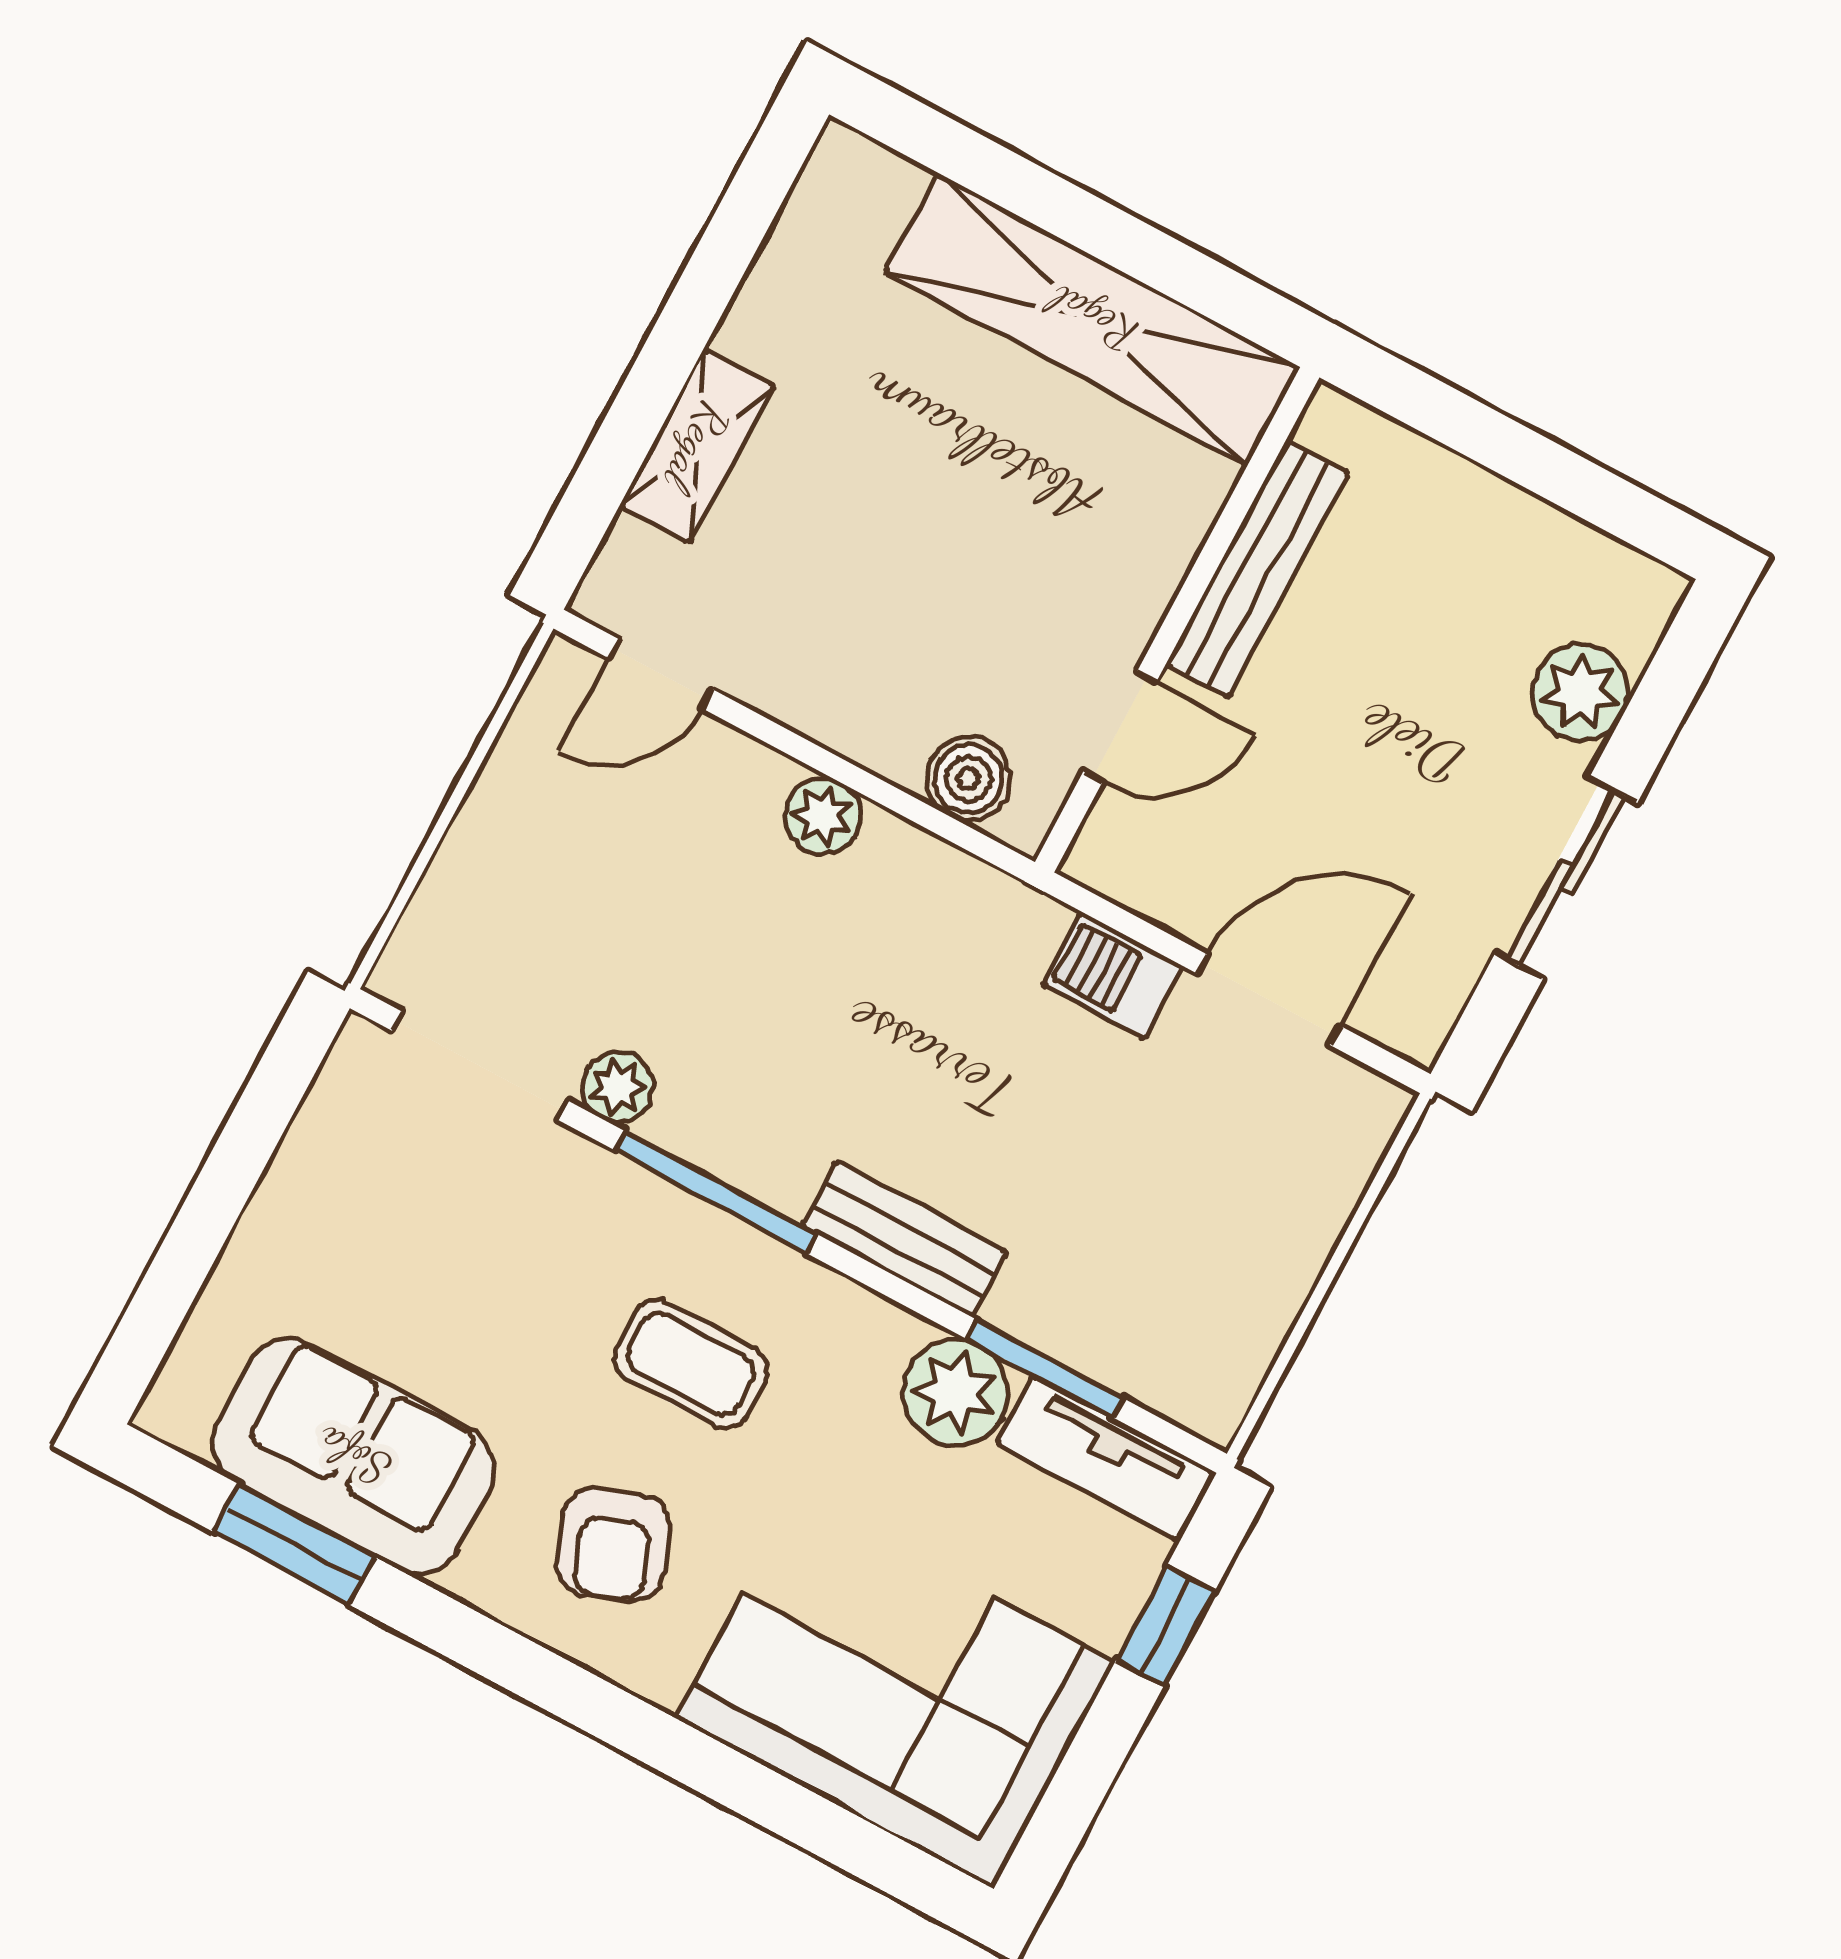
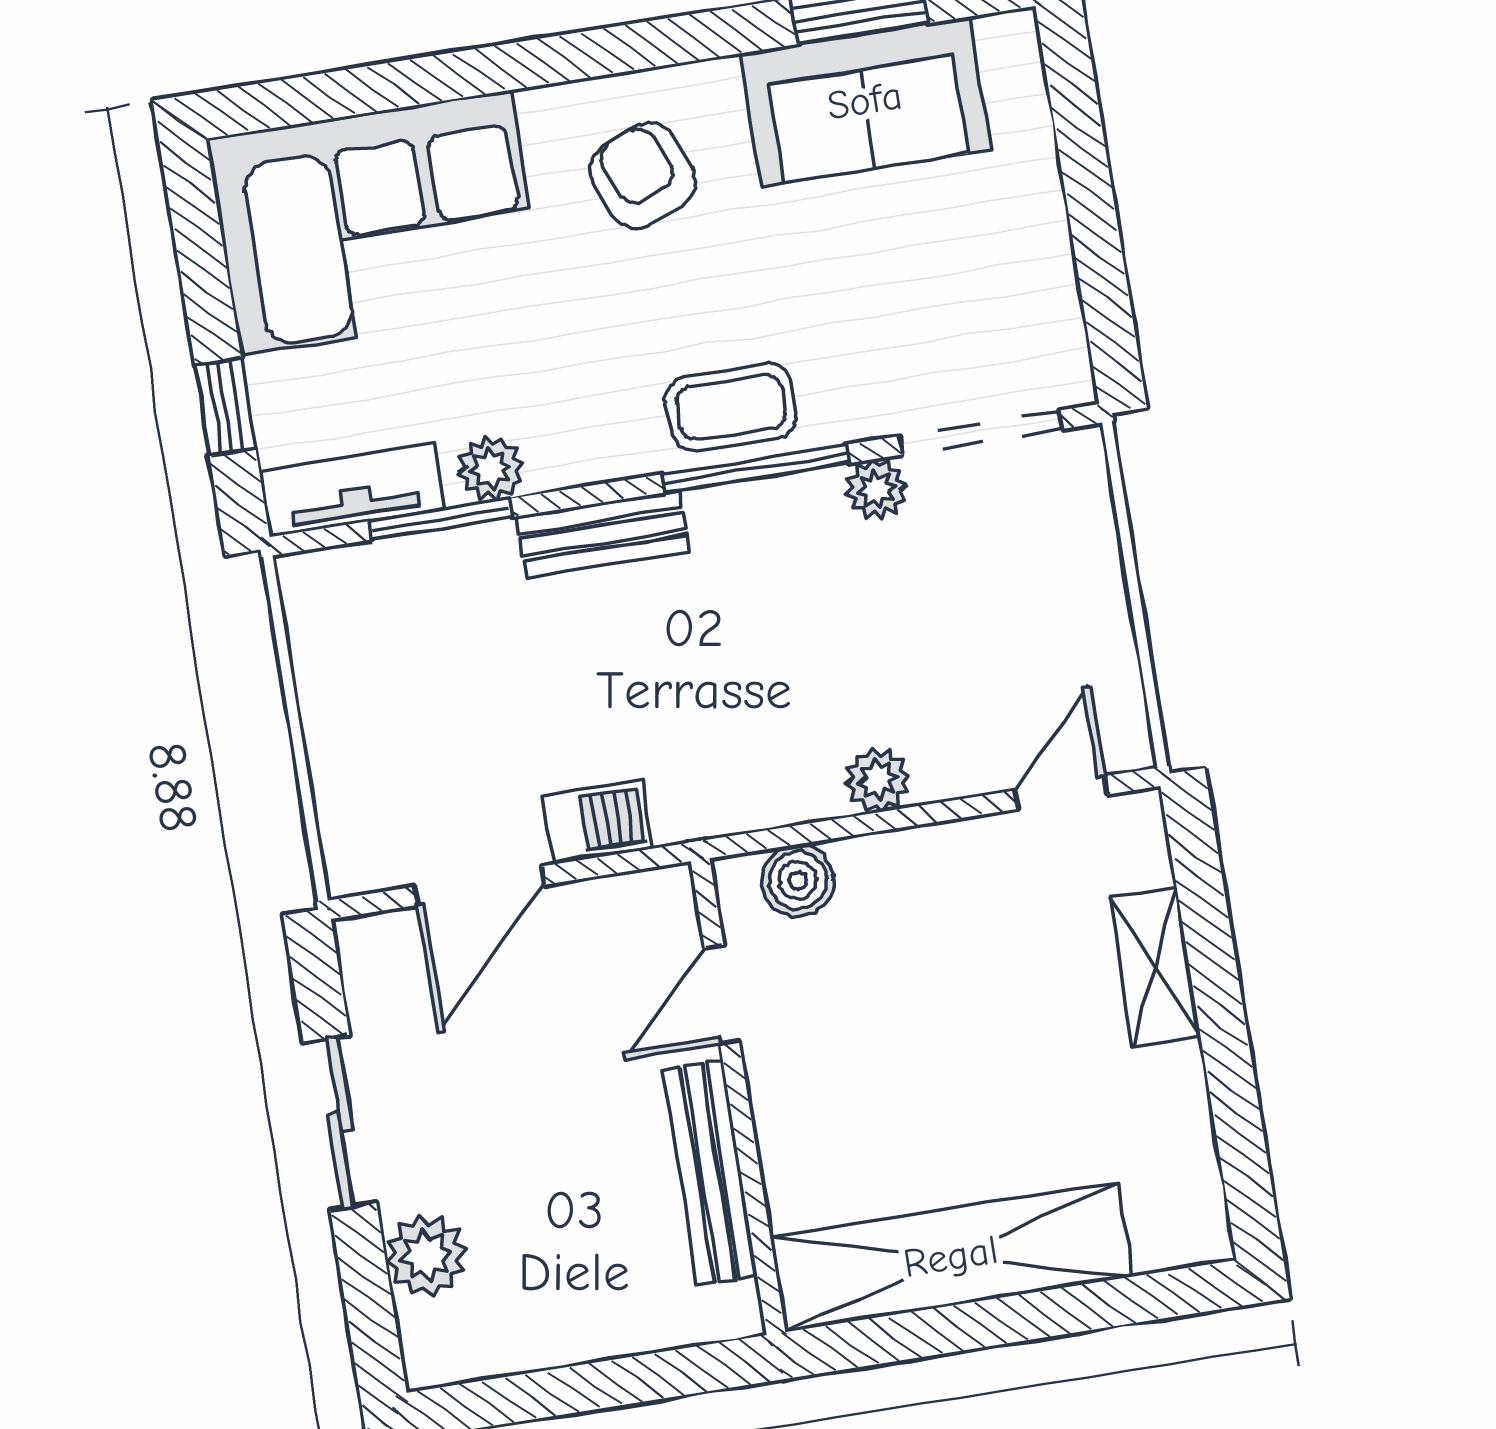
coffee table: (691, 1364) -> (731, 407), moved
plant: (955, 1393) -> (491, 469), width x0.73, depth x0.73

